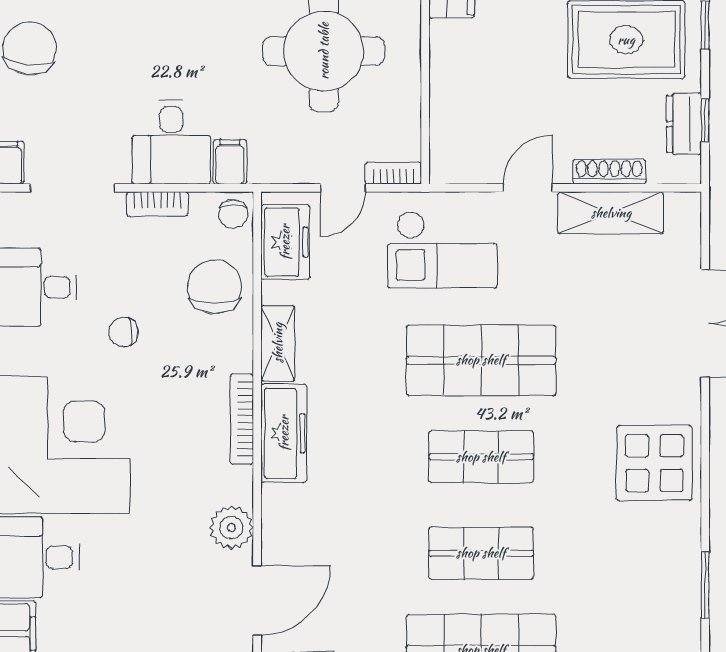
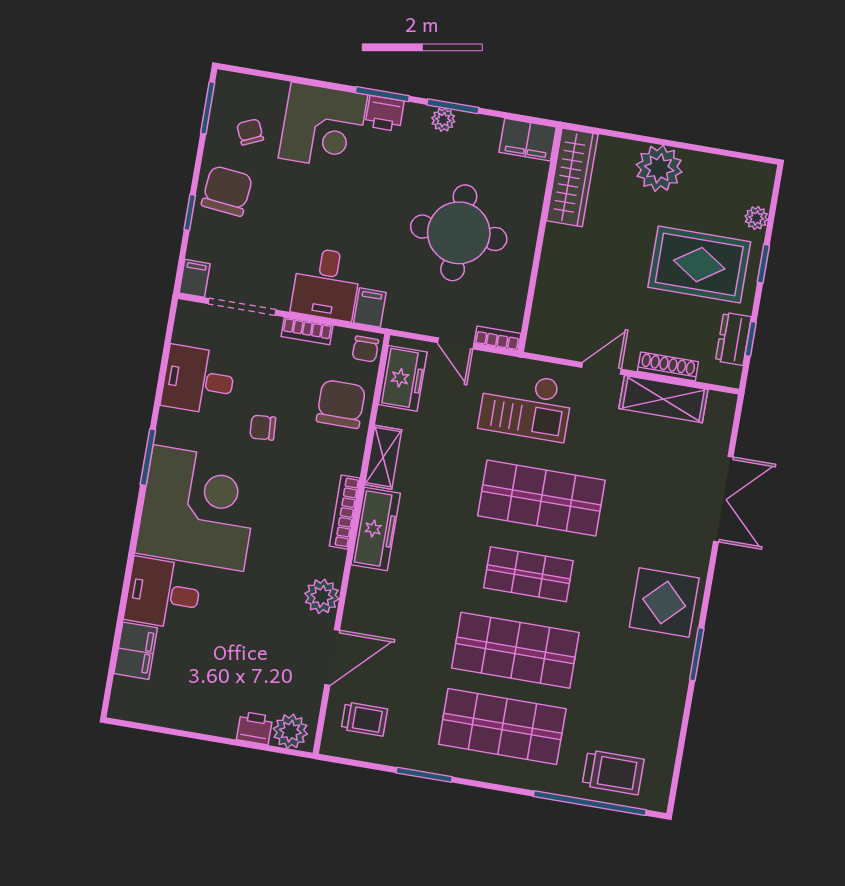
door: (343, 188) -> (456, 343), hinge flipped
shop shelf: (481, 553) -> (515, 650), width x1.43, depth x1.36
window: (705, 585) -> (697, 654), moved

